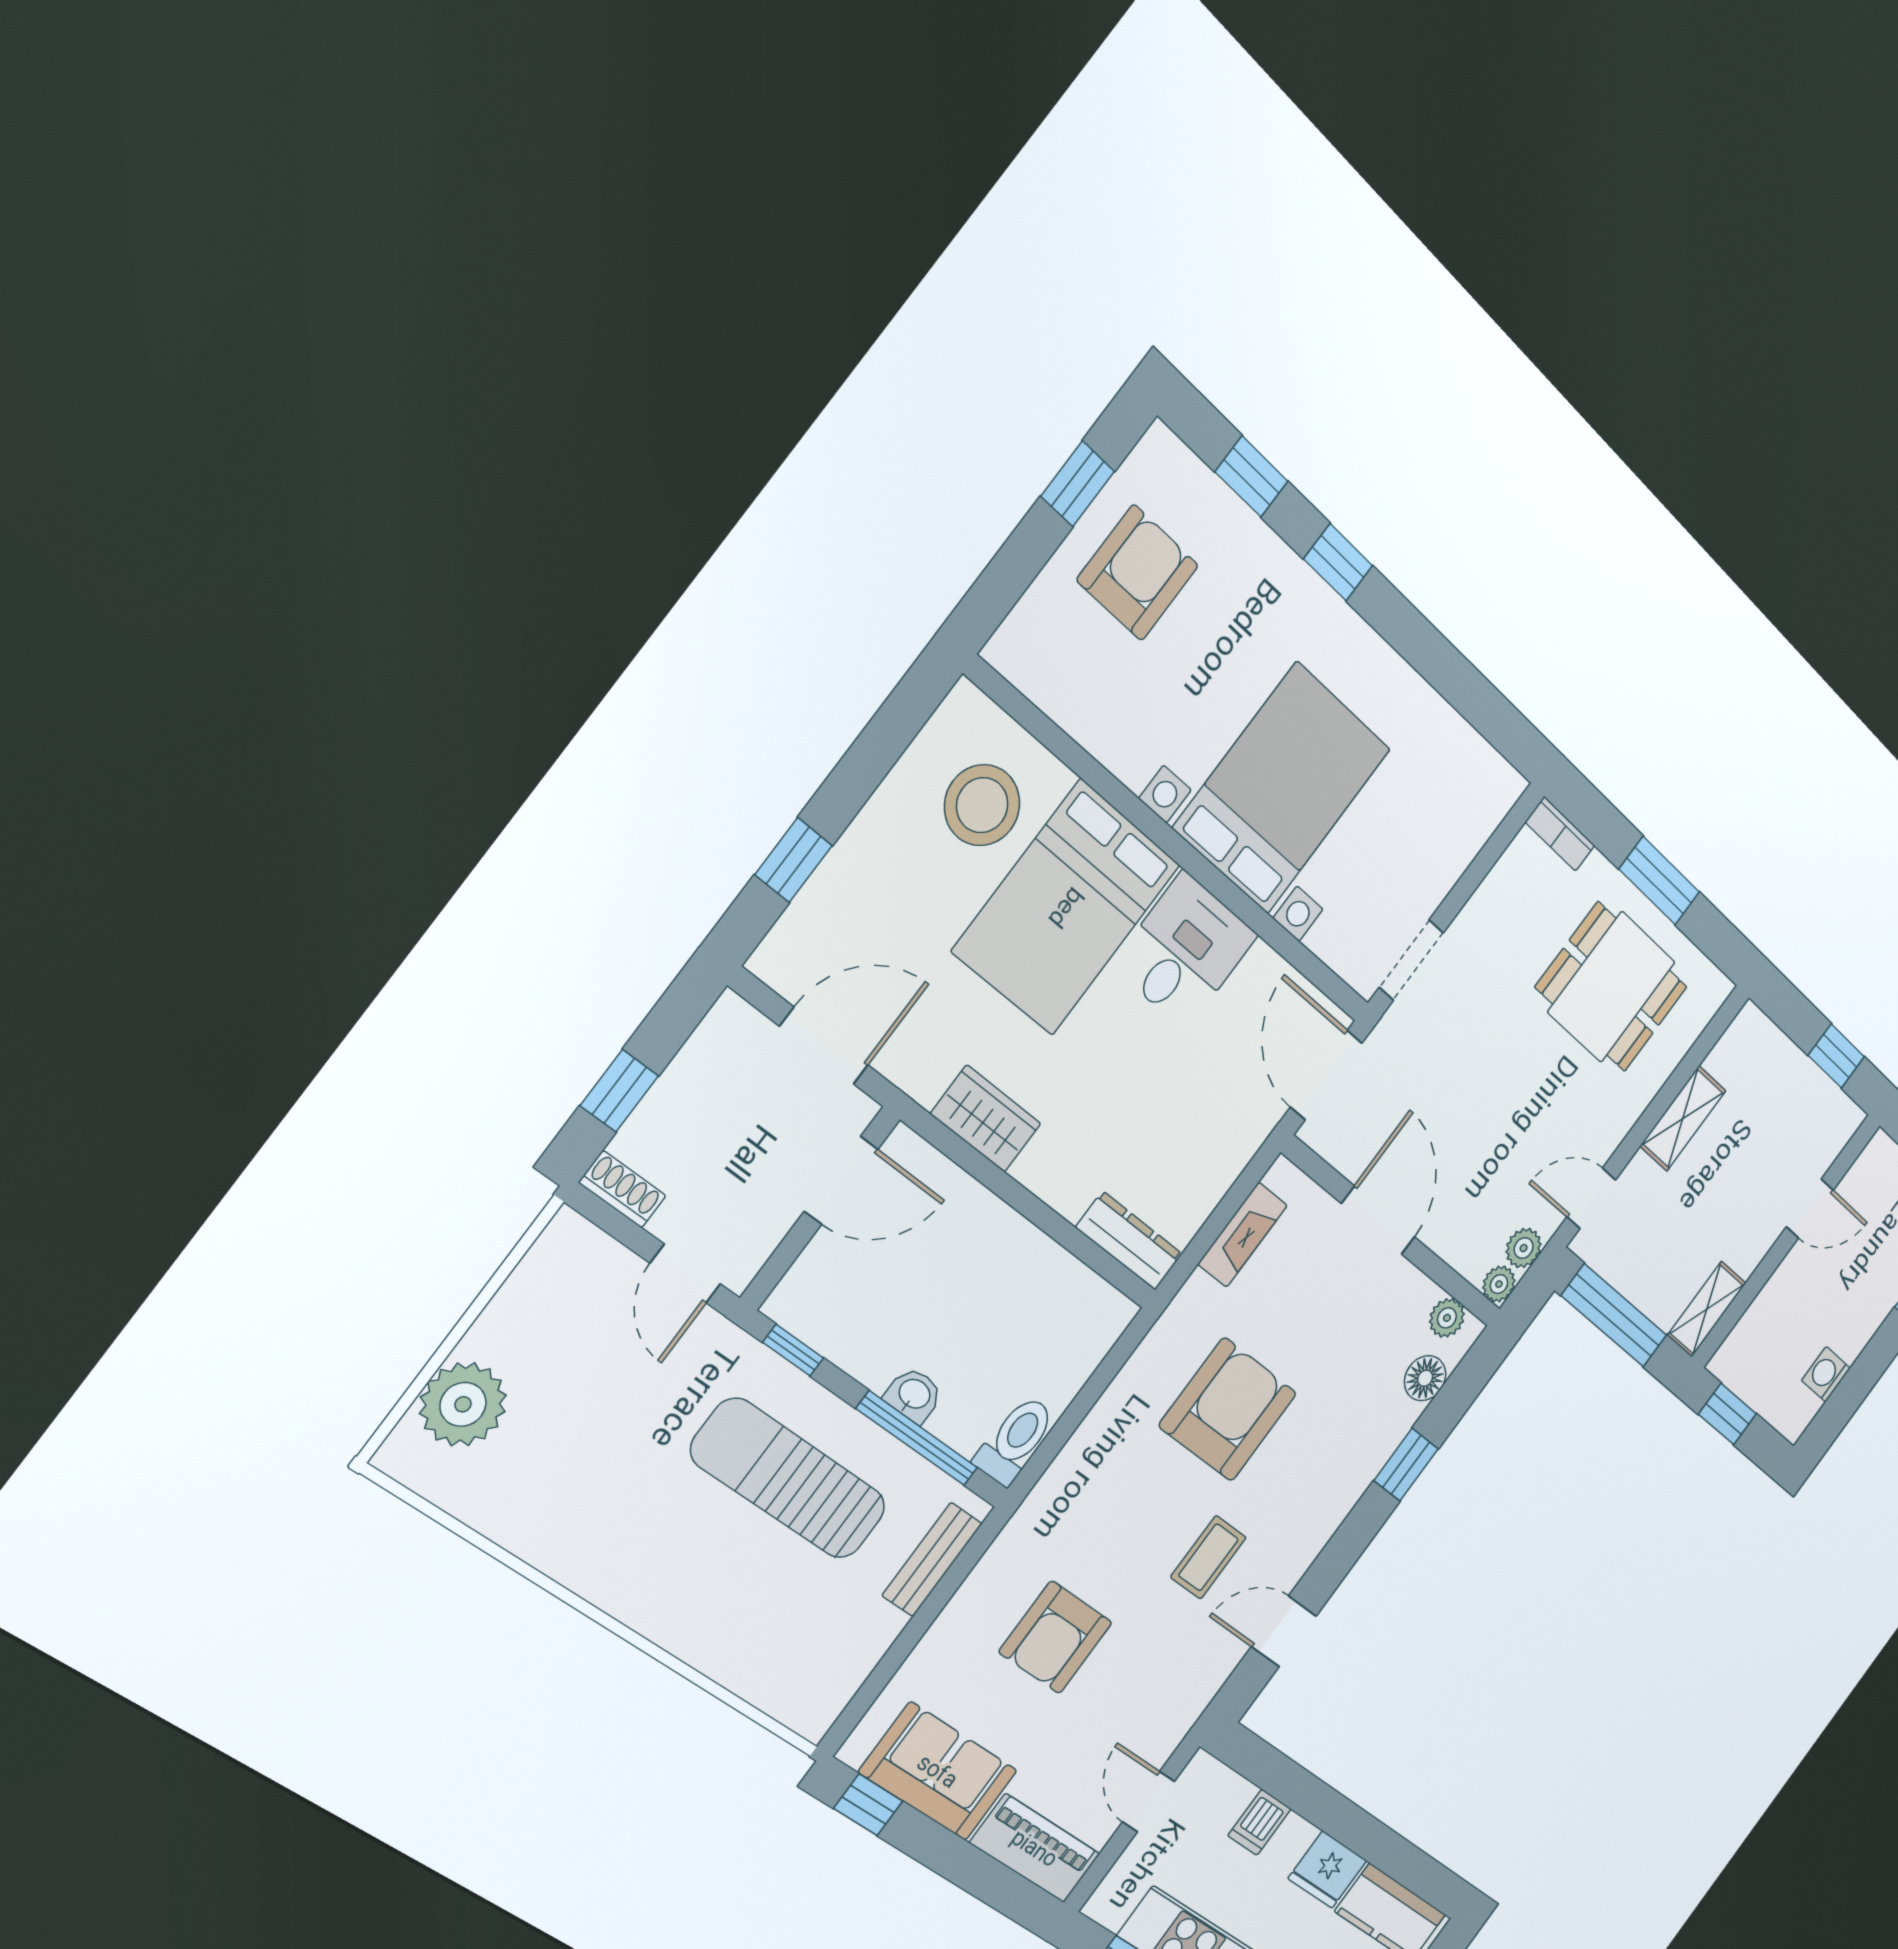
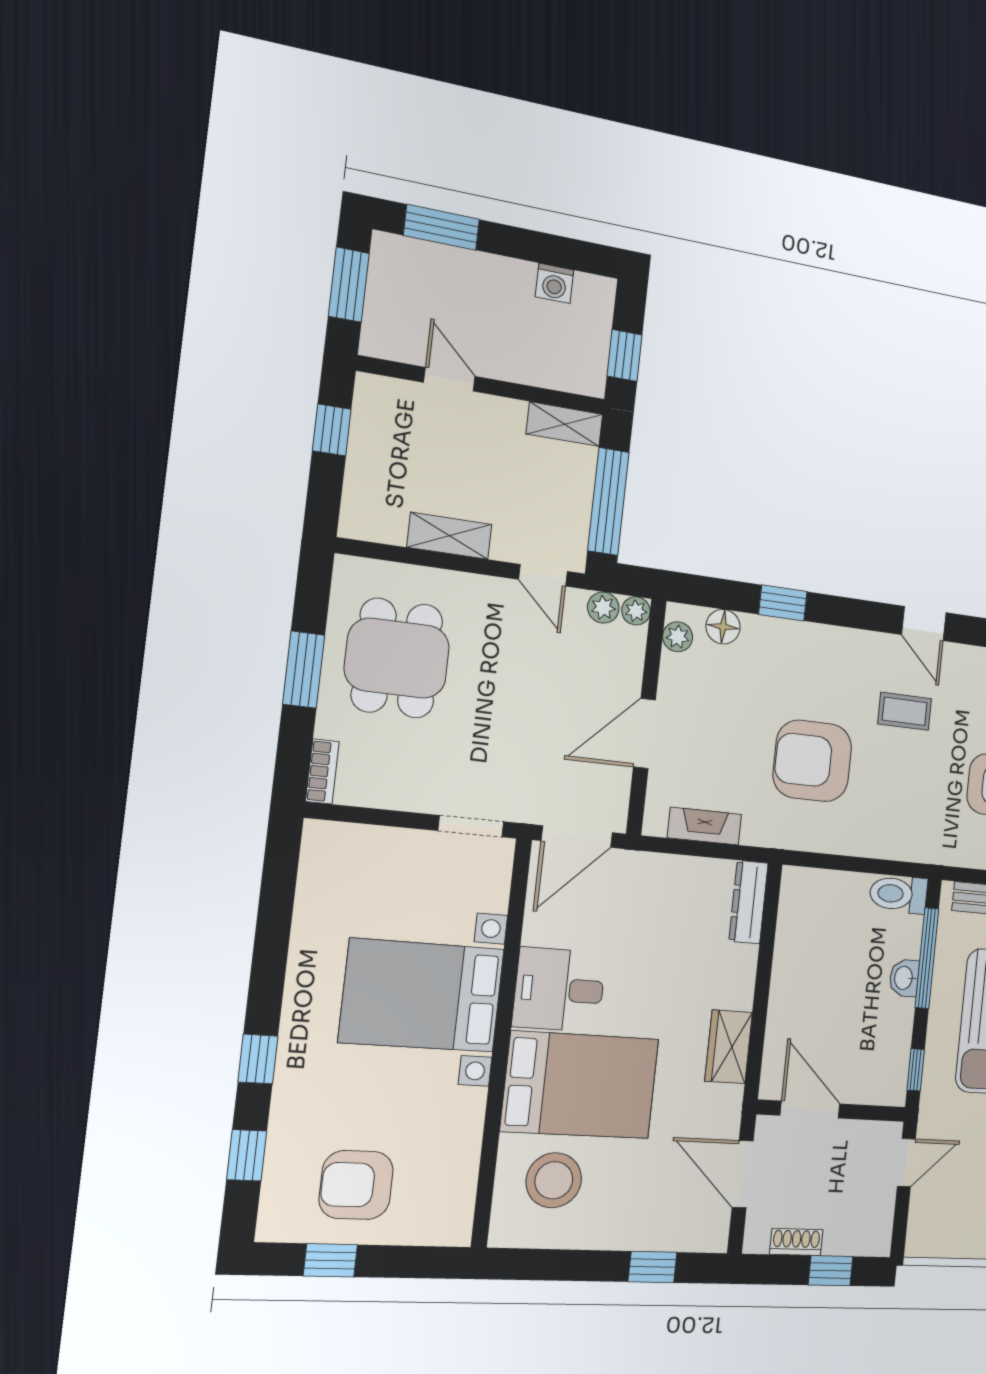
shoe rack: (622, 1189) -> (796, 1242), moved, turned 90

